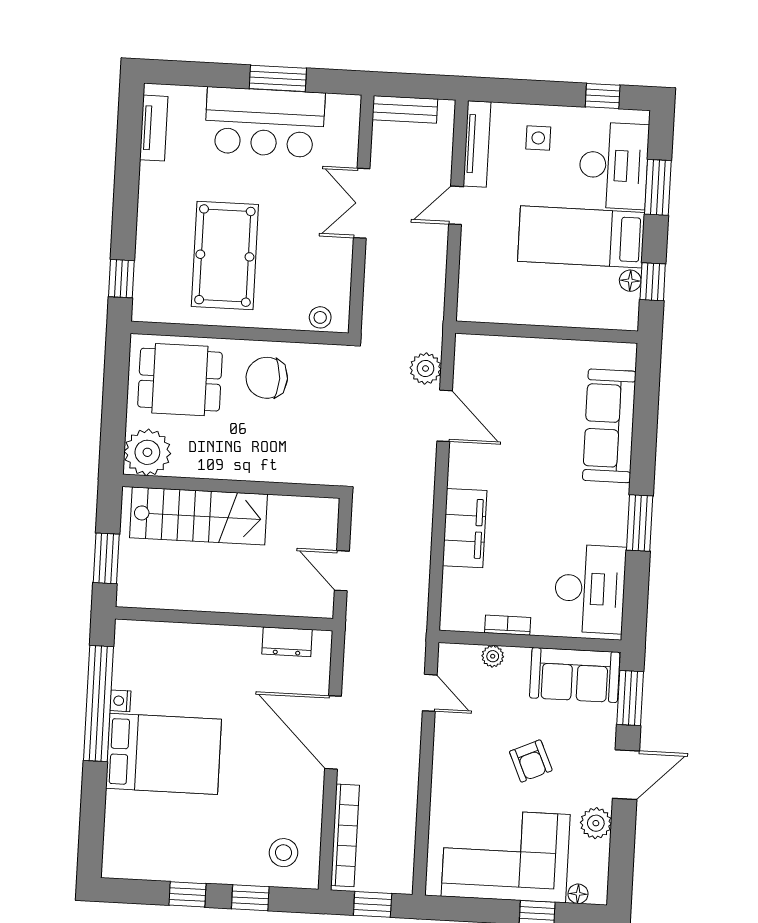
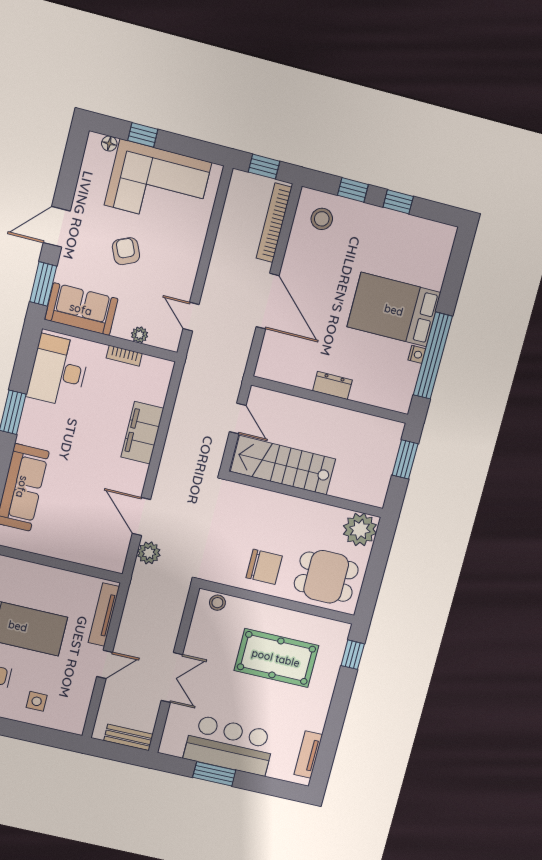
tv unit: (477, 144) -> (104, 615), moved
pool table: (225, 256) -> (276, 658), turned 90
stairs: (198, 516) -> (283, 465), moved
dresser: (287, 642) -> (332, 385), moved
plant: (596, 823) -> (86, 195), removed

